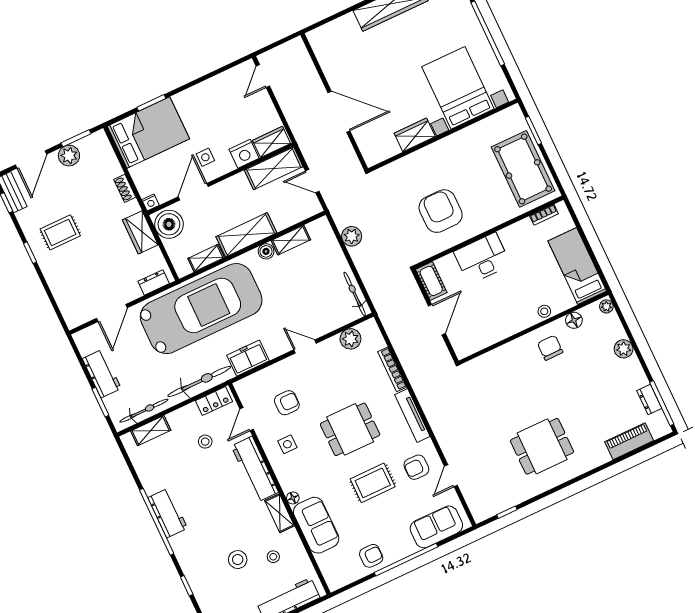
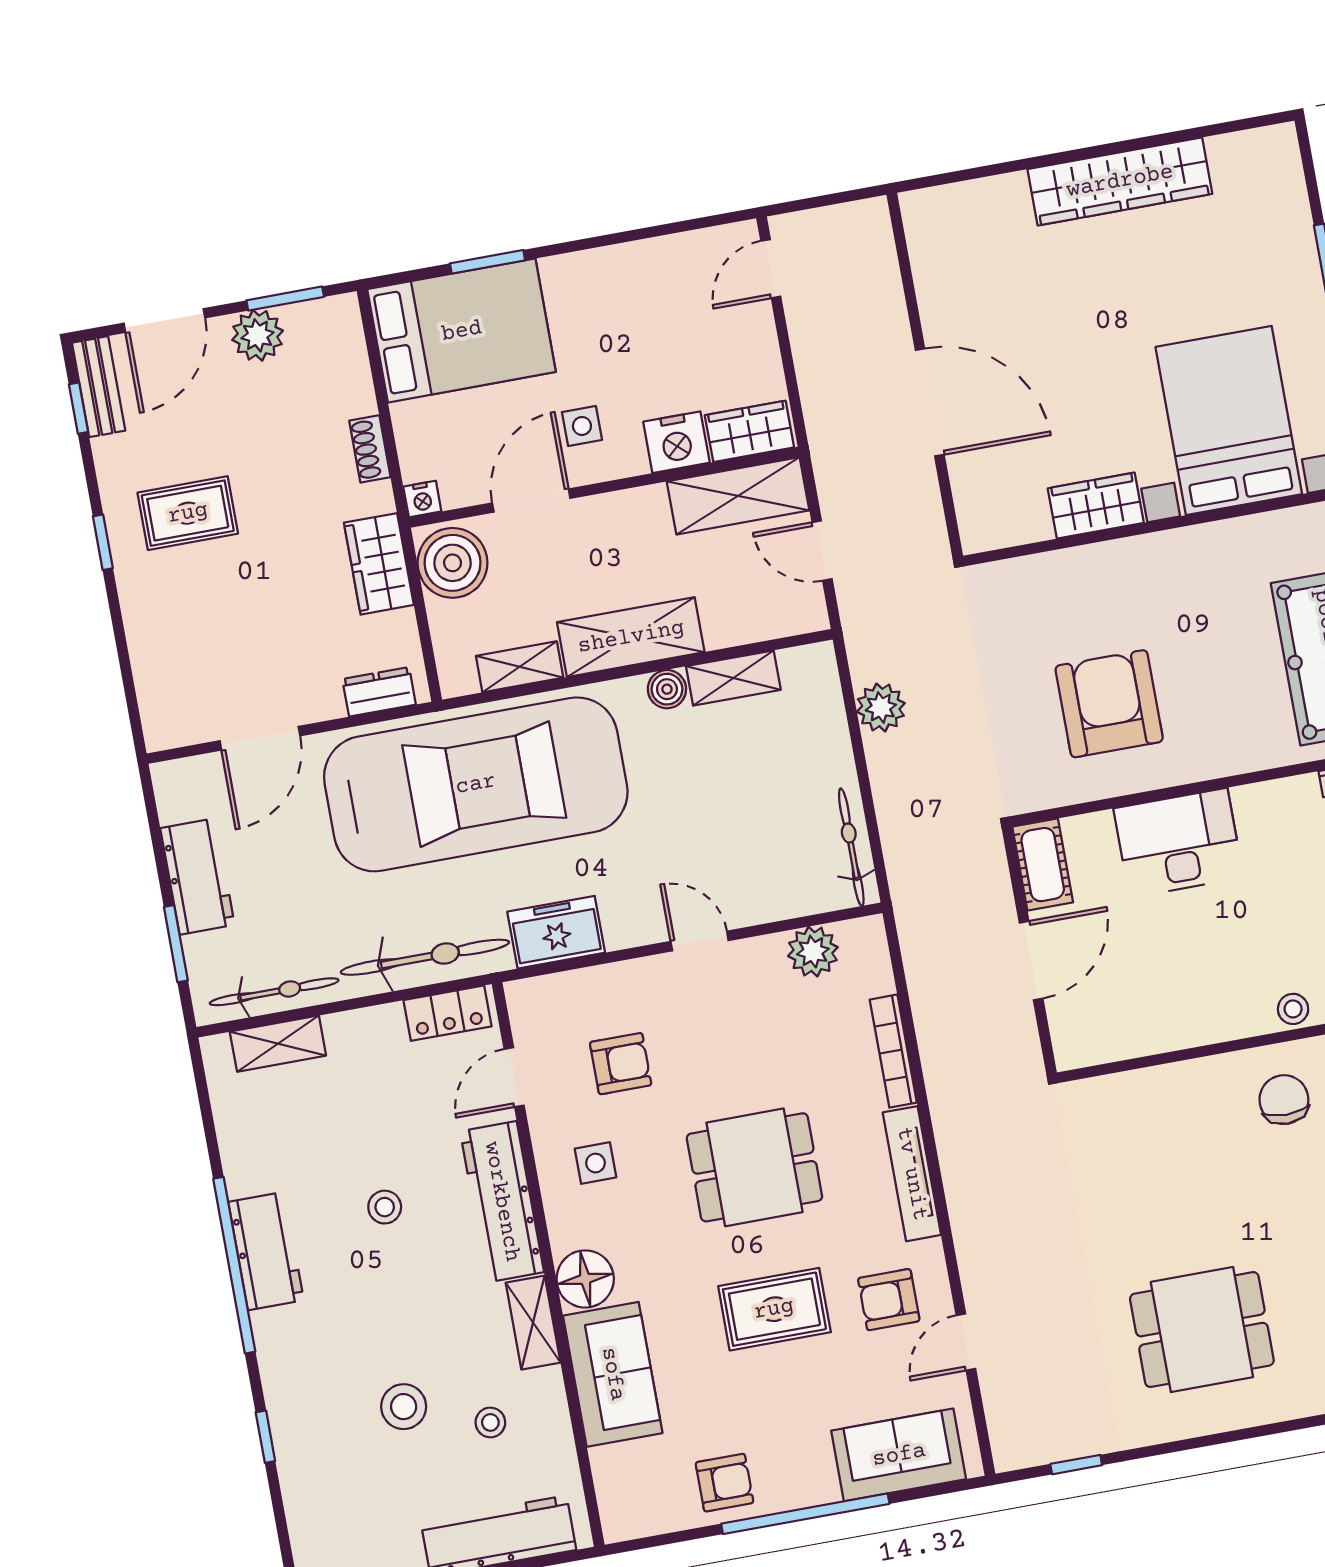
stool: (205, 442) -> (385, 1207), moved
floor lamp: (293, 498) -> (585, 1279), width x1.89, depth x1.89

